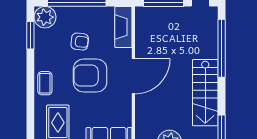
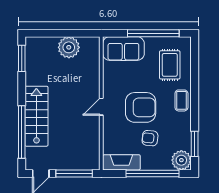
fireplace: (123, 27) -> (121, 162), moved, turned -90
door: (133, 76) -> (101, 107), width x0.53
stairs: (205, 93) -> (36, 116), moved

